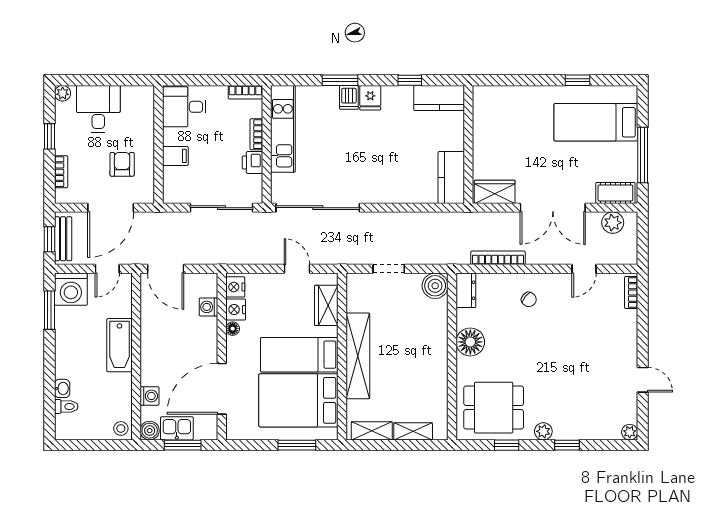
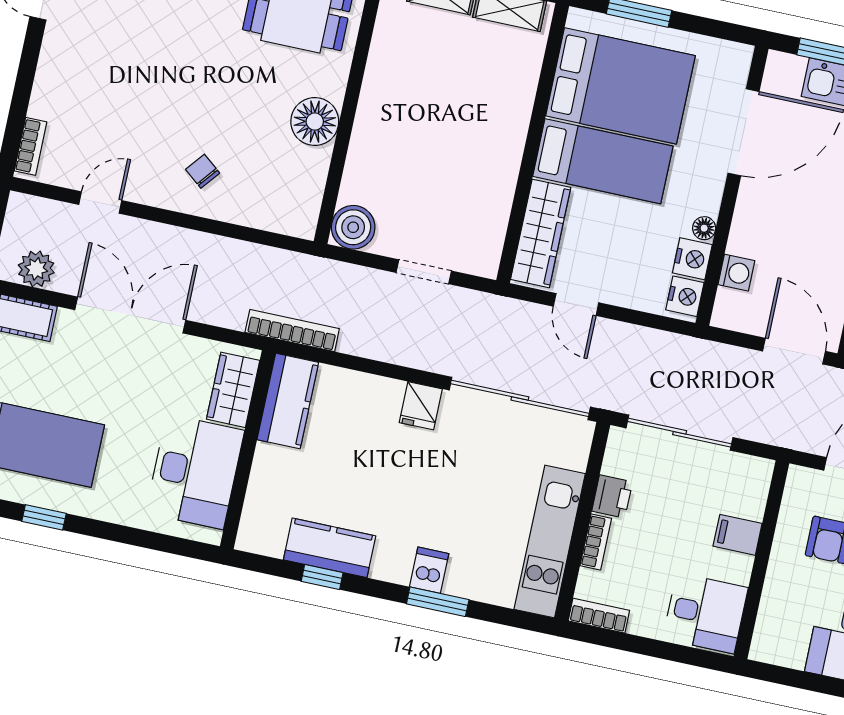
fridge: (370, 98) -> (421, 406), moved, turned 180
kitchen counter: (439, 98) -> (330, 548), moved
desk: (496, 125) -> (195, 472), added
wardrobe: (495, 192) -> (233, 390), moved, turned 90
bookcase: (498, 258) -> (292, 331), moved, turned 180
dresser: (466, 290) -> (304, 209), removed
wardrobe: (326, 305) -> (541, 233), width x1.50
shelving: (358, 356) -> (506, 138), removed

